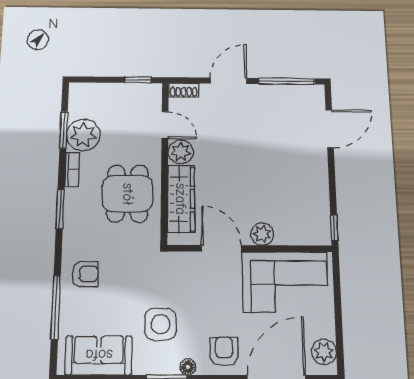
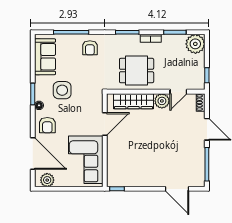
plant: (83, 135) -> (195, 44), moved
plant: (262, 234) -> (113, 148), removed
armchair: (224, 351) -> (47, 125), turned 90

